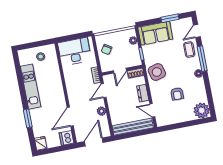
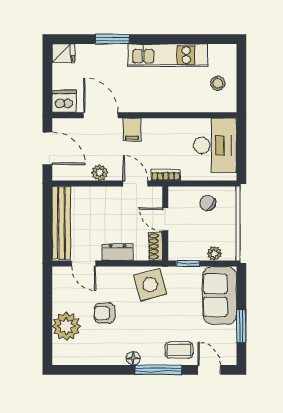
filing cabinet: (75, 98) -> (132, 130), added
door: (152, 110) -> (84, 263), swing flipped
plant: (202, 110) -> (66, 326), moved

